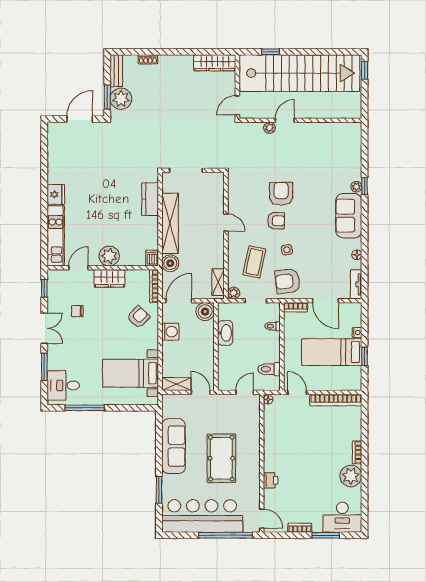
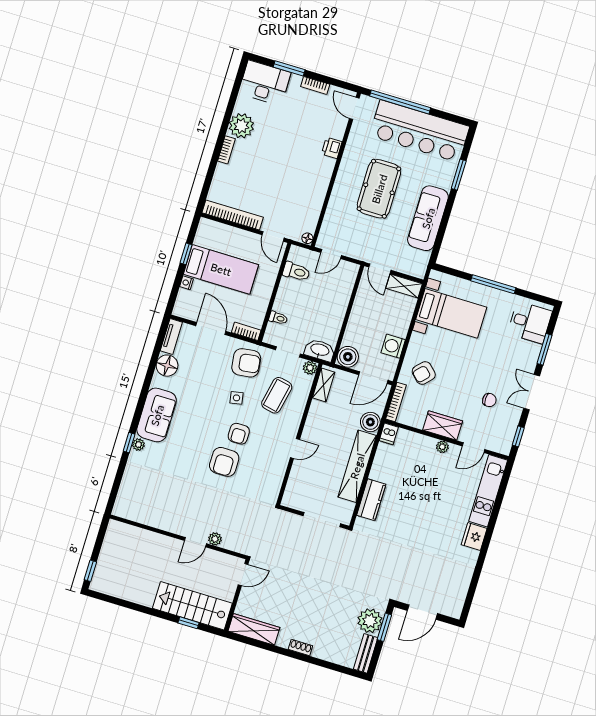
shoe rack: (148, 59) -> (300, 647), moved
stairs: (299, 73) -> (192, 606), width x0.54, depth x0.66
armchair: (276, 221) -> (239, 434), turned -90
door: (226, 223) -> (295, 448), swing flipped
floor lamp: (357, 255) -> (167, 366), width x1.89, depth x1.89
plant: (109, 256) -> (442, 447), width x0.53, depth x0.53
washbasin: (225, 333) -> (320, 350), moved, turned 90
window: (85, 408) -> (493, 284), moved

